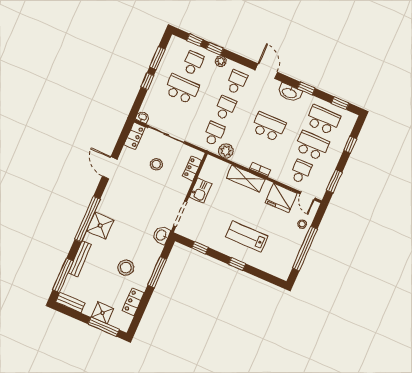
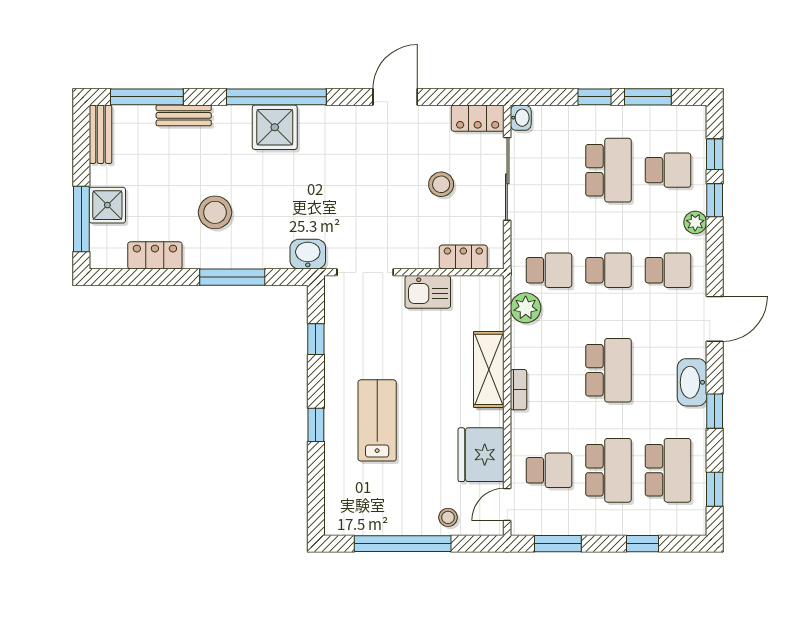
bench: (80, 259) -> (184, 115), width x0.73

